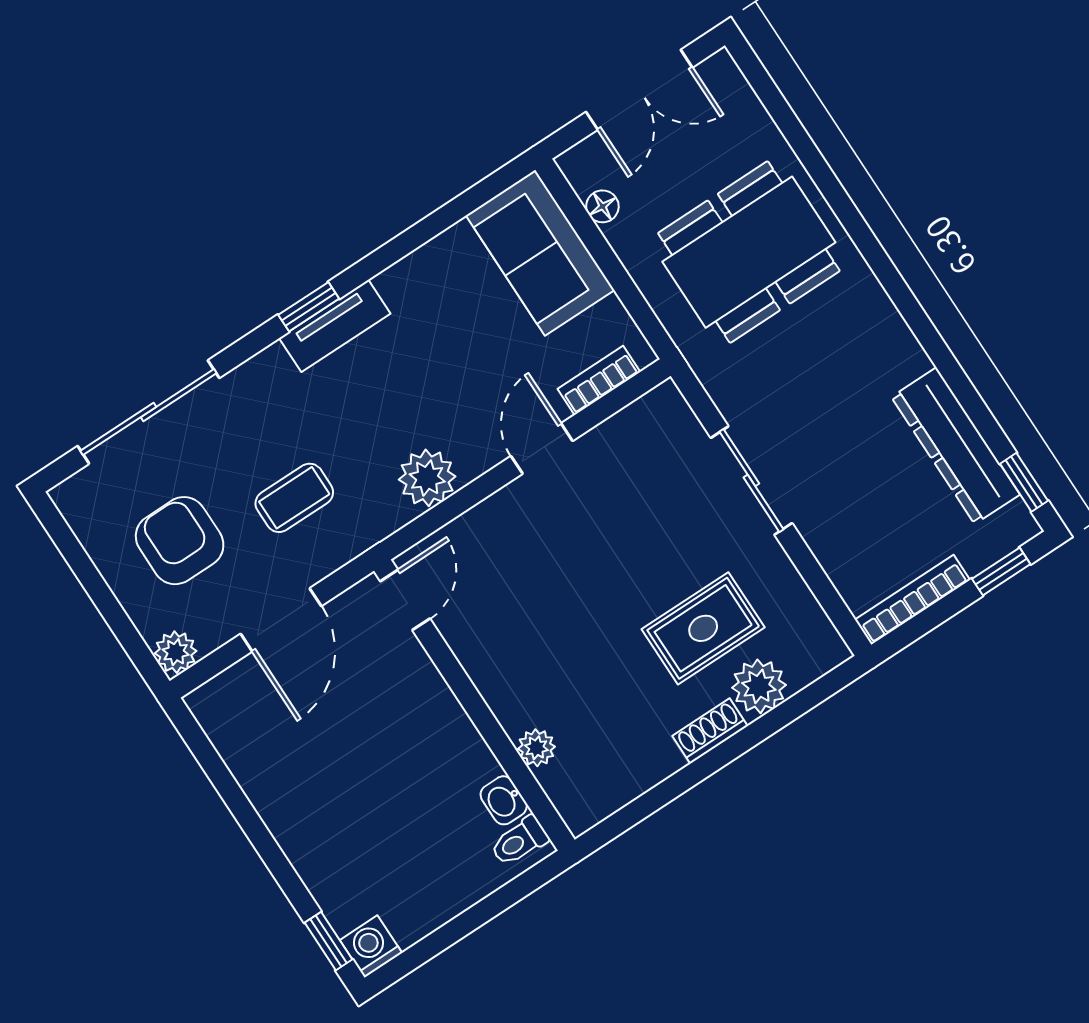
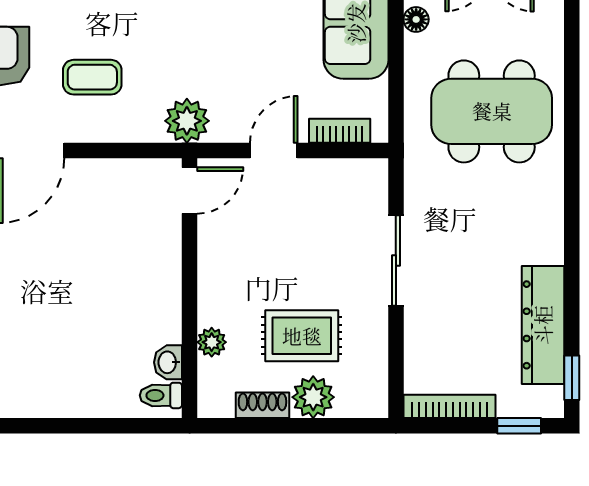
door: (405, 600) -> (190, 190), moved
wall: (474, 705) -> (190, 288), moved
plant: (536, 748) -> (212, 342), moved
washbasin: (504, 800) -> (168, 362), moved
toilet: (519, 841) -> (161, 395), moved

